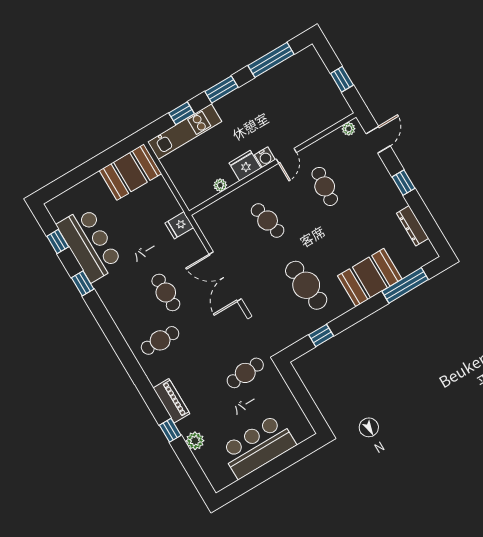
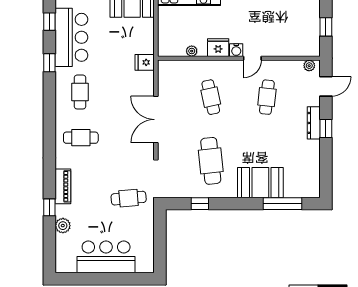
dresser: (413, 226) -> (314, 123), moved
cafe table: (166, 292) -> (80, 92), moved

